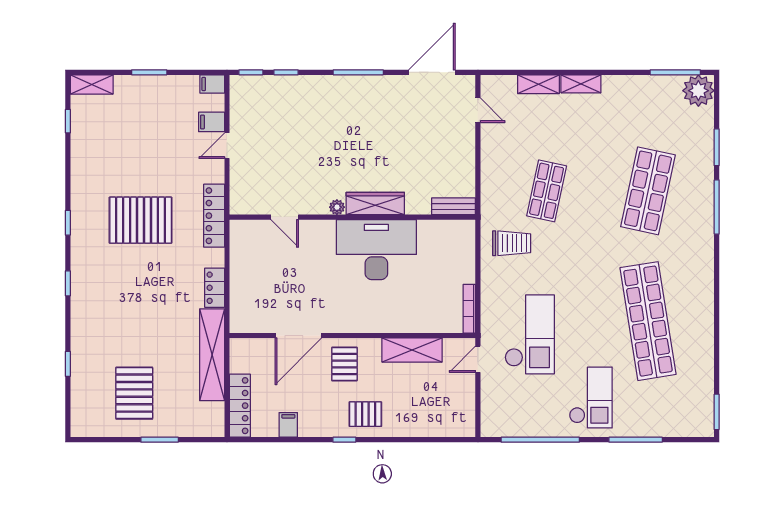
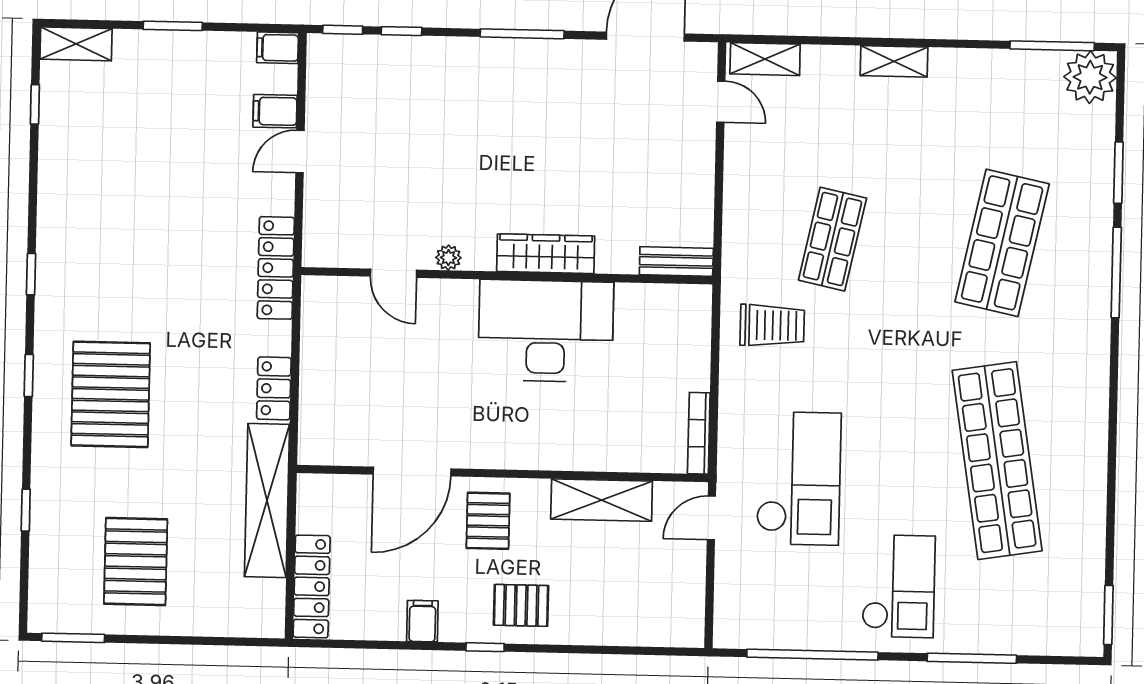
shelving: (538, 84) -> (765, 59), moved
plant: (337, 207) -> (448, 258), moved
pallet: (141, 220) -> (111, 394), moved, turned 90
filing cabinet: (288, 425) -> (422, 621), moved
window: (160, 440) -> (73, 638), moved

